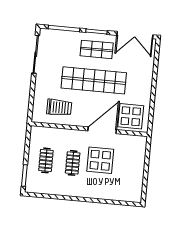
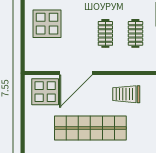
display table: (100, 160) -> (47, 24), moved

